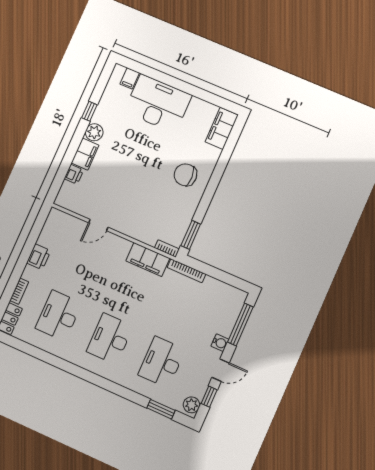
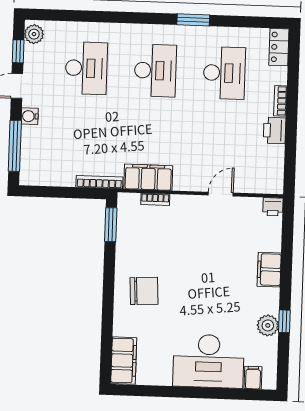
plant: (94, 132) -> (268, 325), moved
printer: (74, 174) -> (273, 207), moved, turned -90
bookcase: (167, 248) -> (155, 199), moved
bookcase: (19, 291) -> (280, 101), moved
window: (161, 409) -> (193, 20), moved

